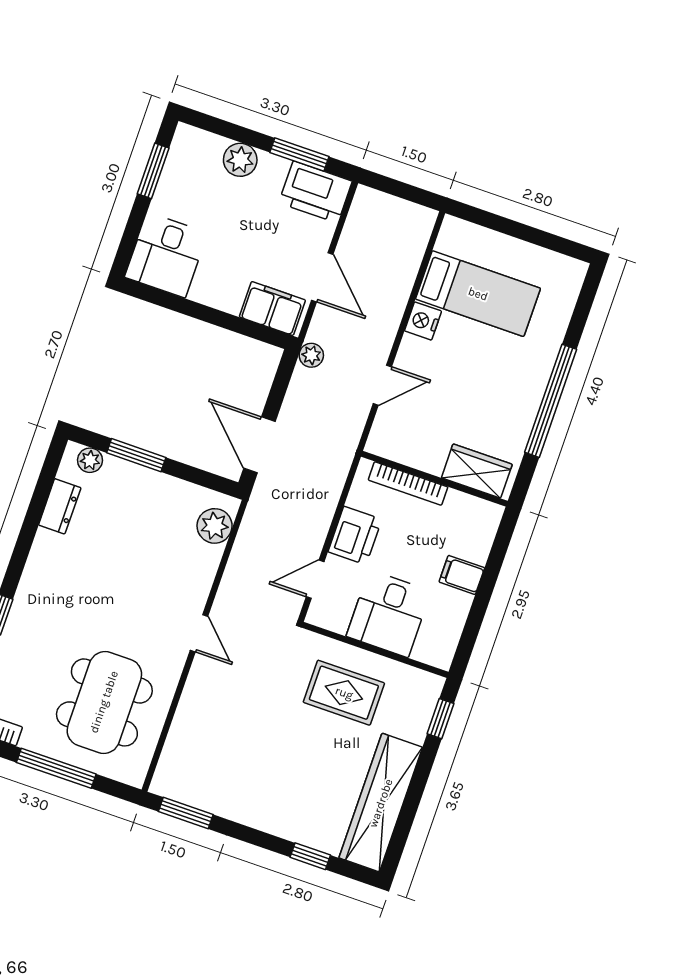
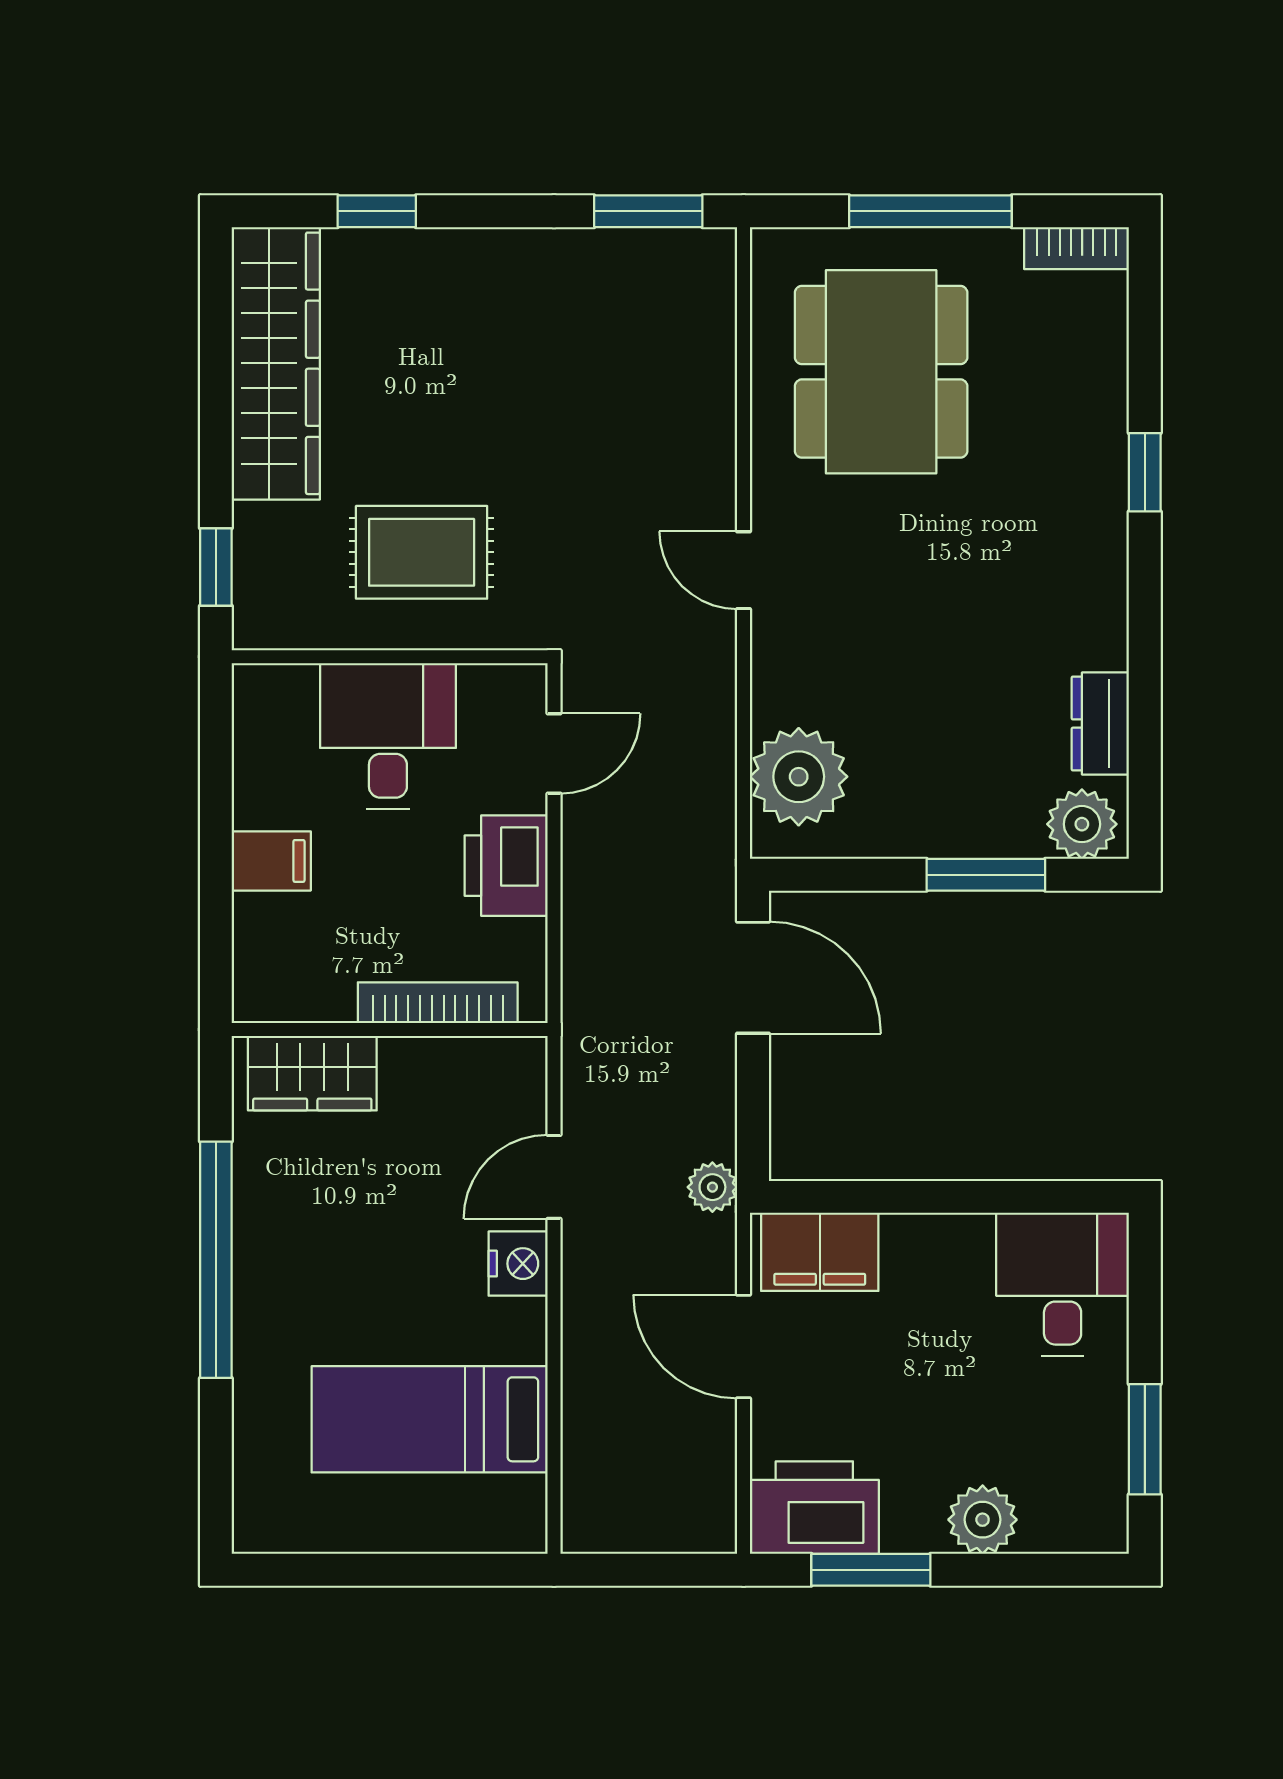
nightstand: (423, 321) -> (518, 1264), moved
plant: (90, 460) -> (1082, 824), width x1.38, depth x1.38
plant: (215, 526) -> (799, 777), width x1.36, depth x1.36

